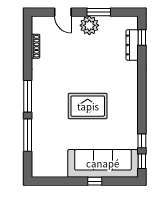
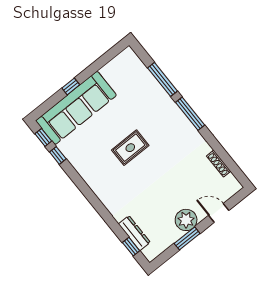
rug: (88, 106) -> (130, 148), width x0.73, depth x0.70

